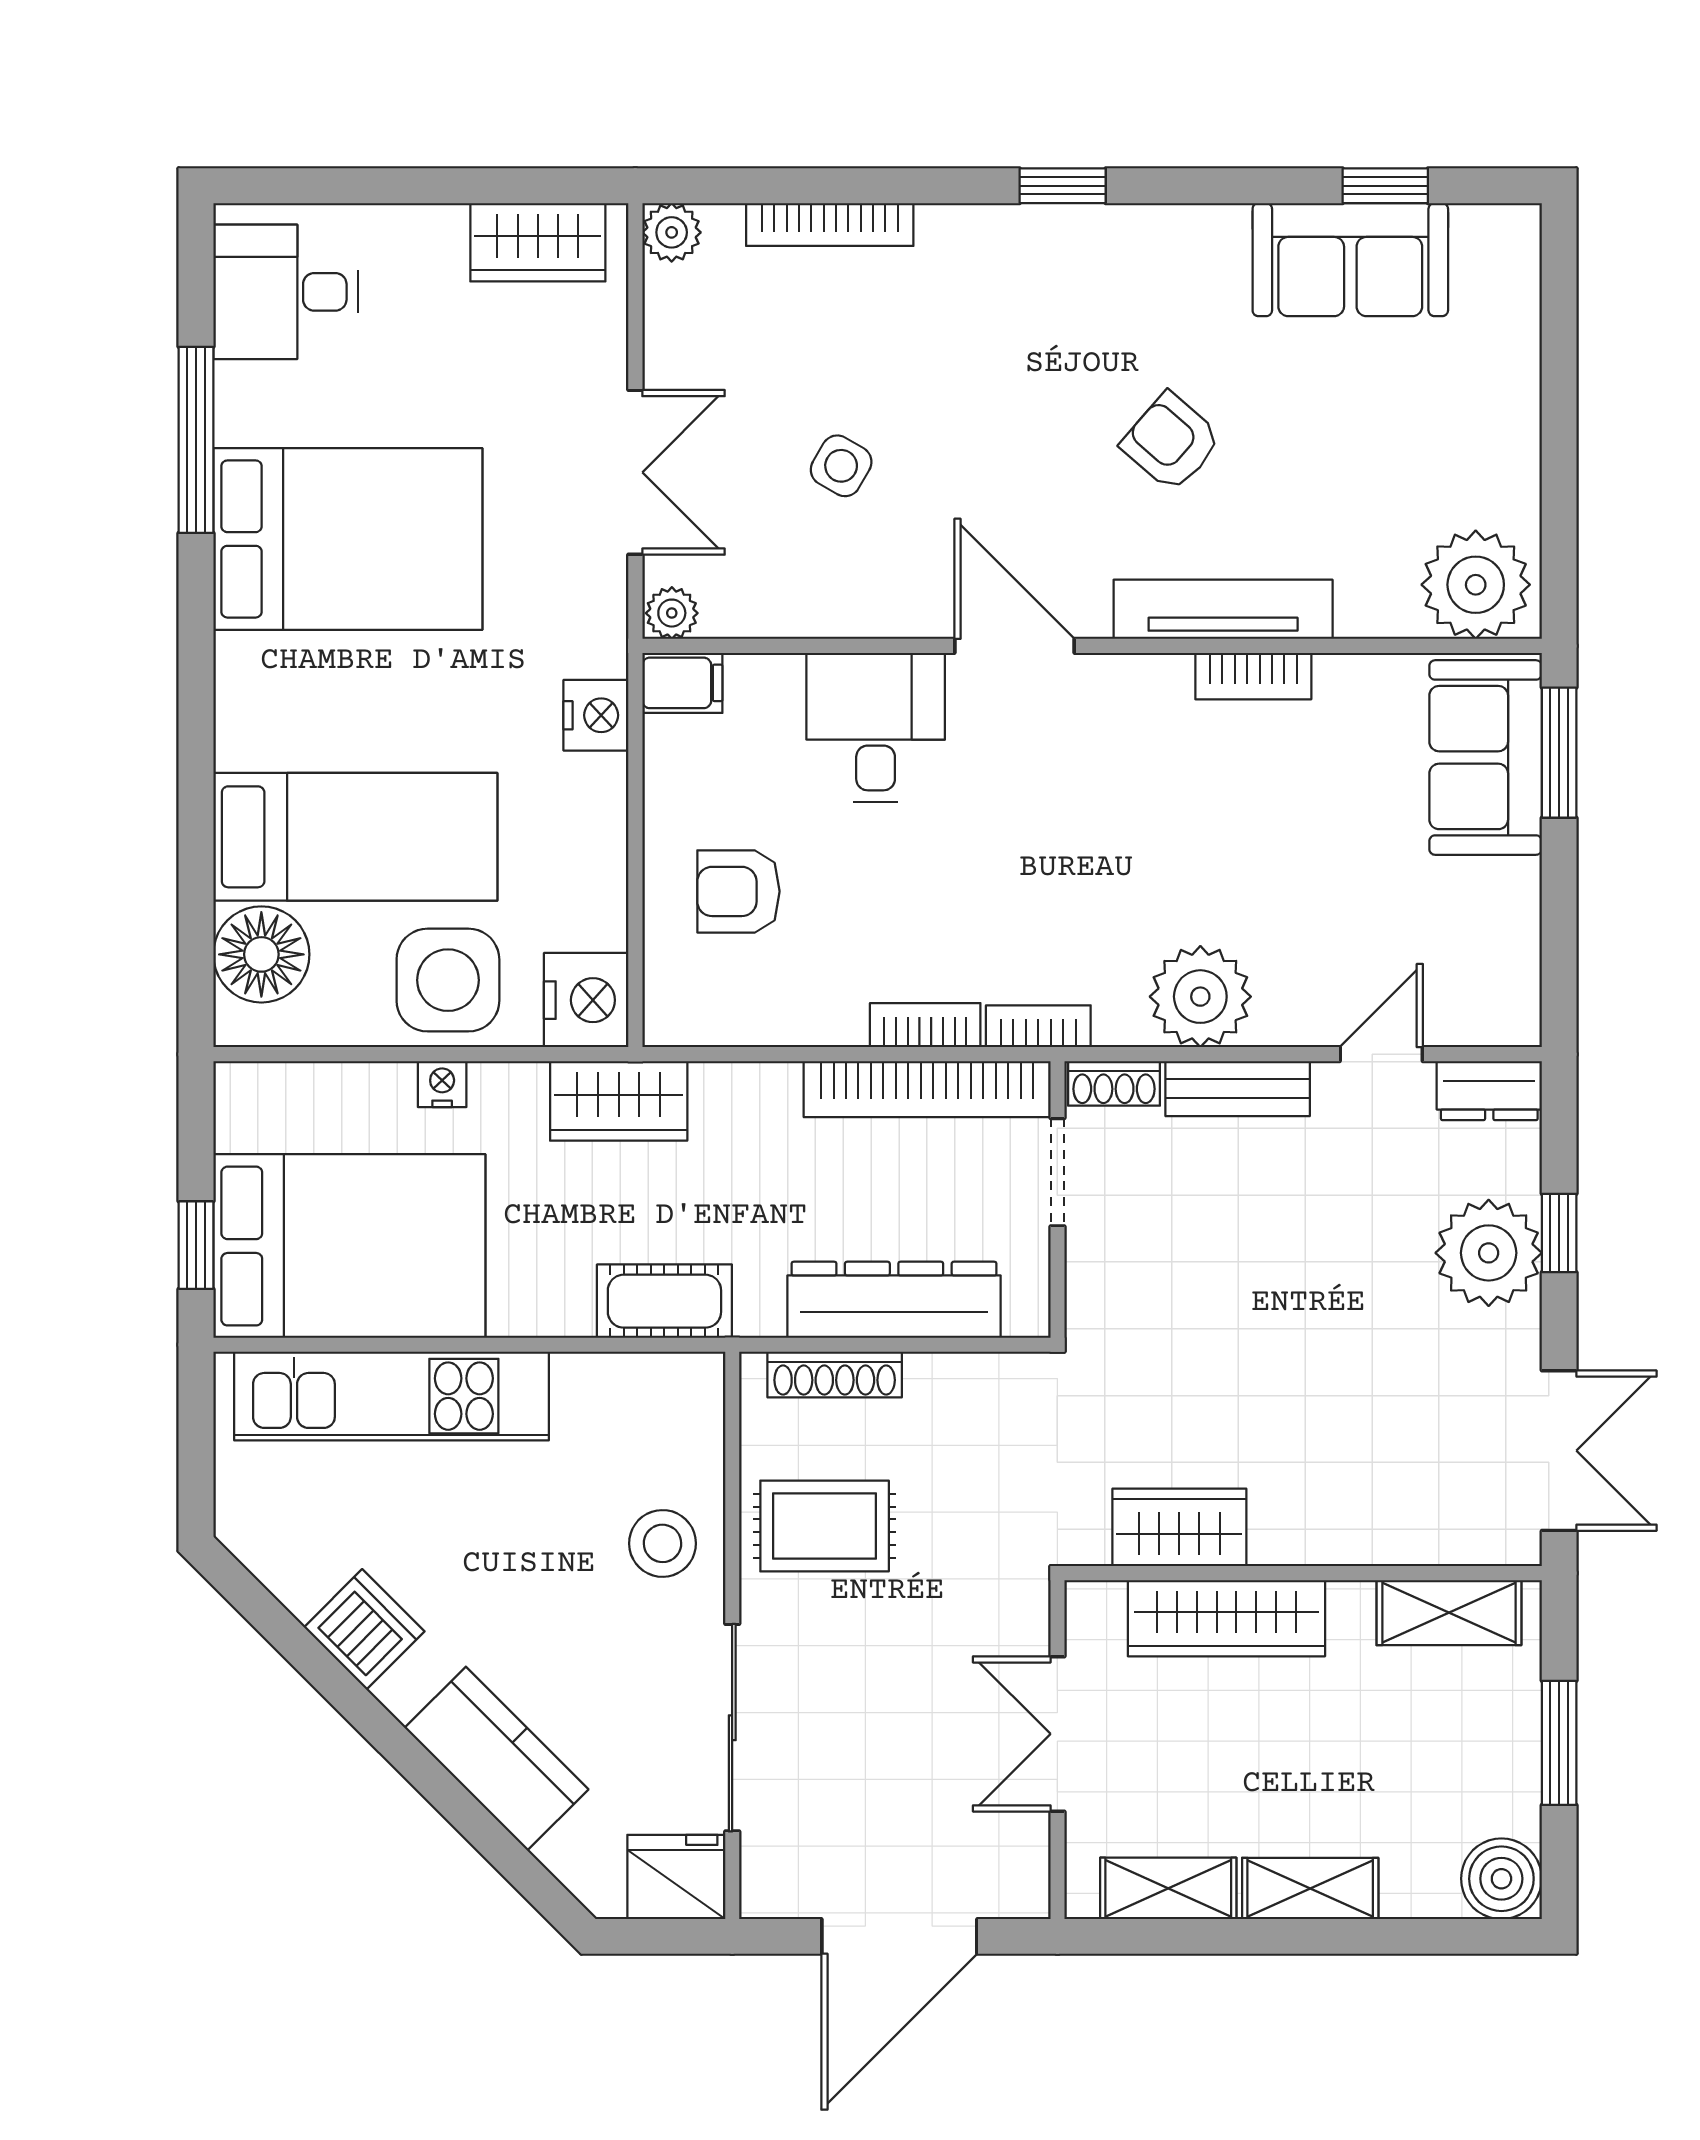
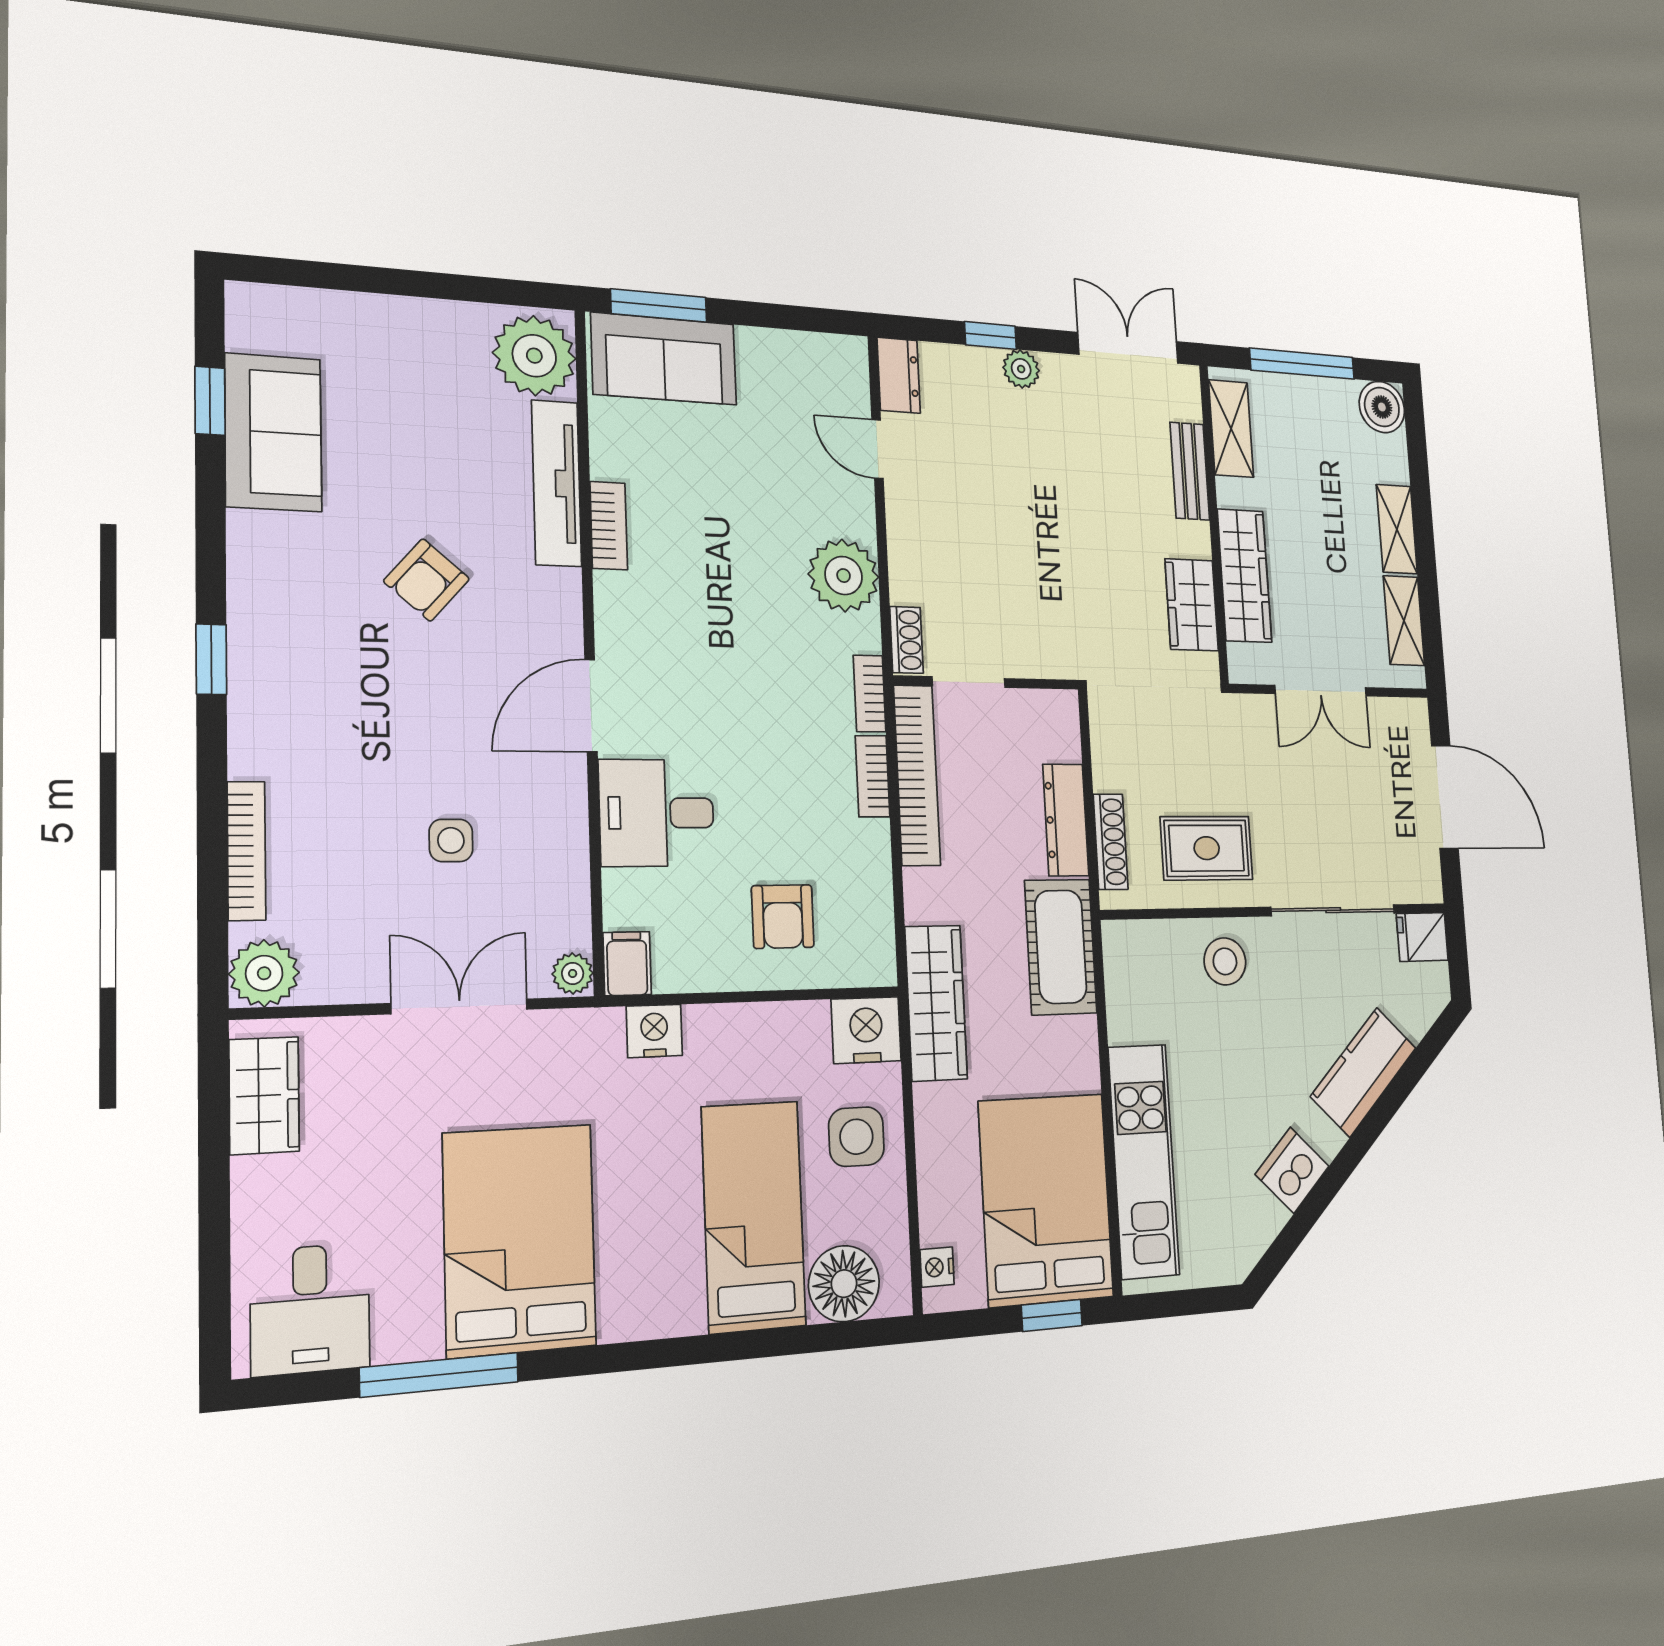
plant: (672, 232) -> (264, 973), width x1.38, depth x1.38
side table: (841, 466) -> (451, 840), turned -30
tv unit: (1223, 609) -> (557, 483), moved
side table: (448, 980) -> (856, 1137), width x0.73, depth x0.73
nightstand: (442, 1084) -> (937, 1267), moved
bench: (1238, 1089) -> (1190, 471), moved
wardrobe: (619, 1101) -> (936, 1003), width x1.50
plant: (1489, 1253) -> (1021, 369), width x0.53, depth x0.53
dresser: (894, 1300) -> (1066, 820), width x0.73, depth x0.80
cot: (664, 1301) -> (1061, 947), width x1.37, depth x1.34
rug: (825, 1526) -> (1207, 848), turned 90
window: (1559, 1743) -> (1302, 364), width x1.44
fridge: (676, 1877) -> (1422, 937), width x0.72

